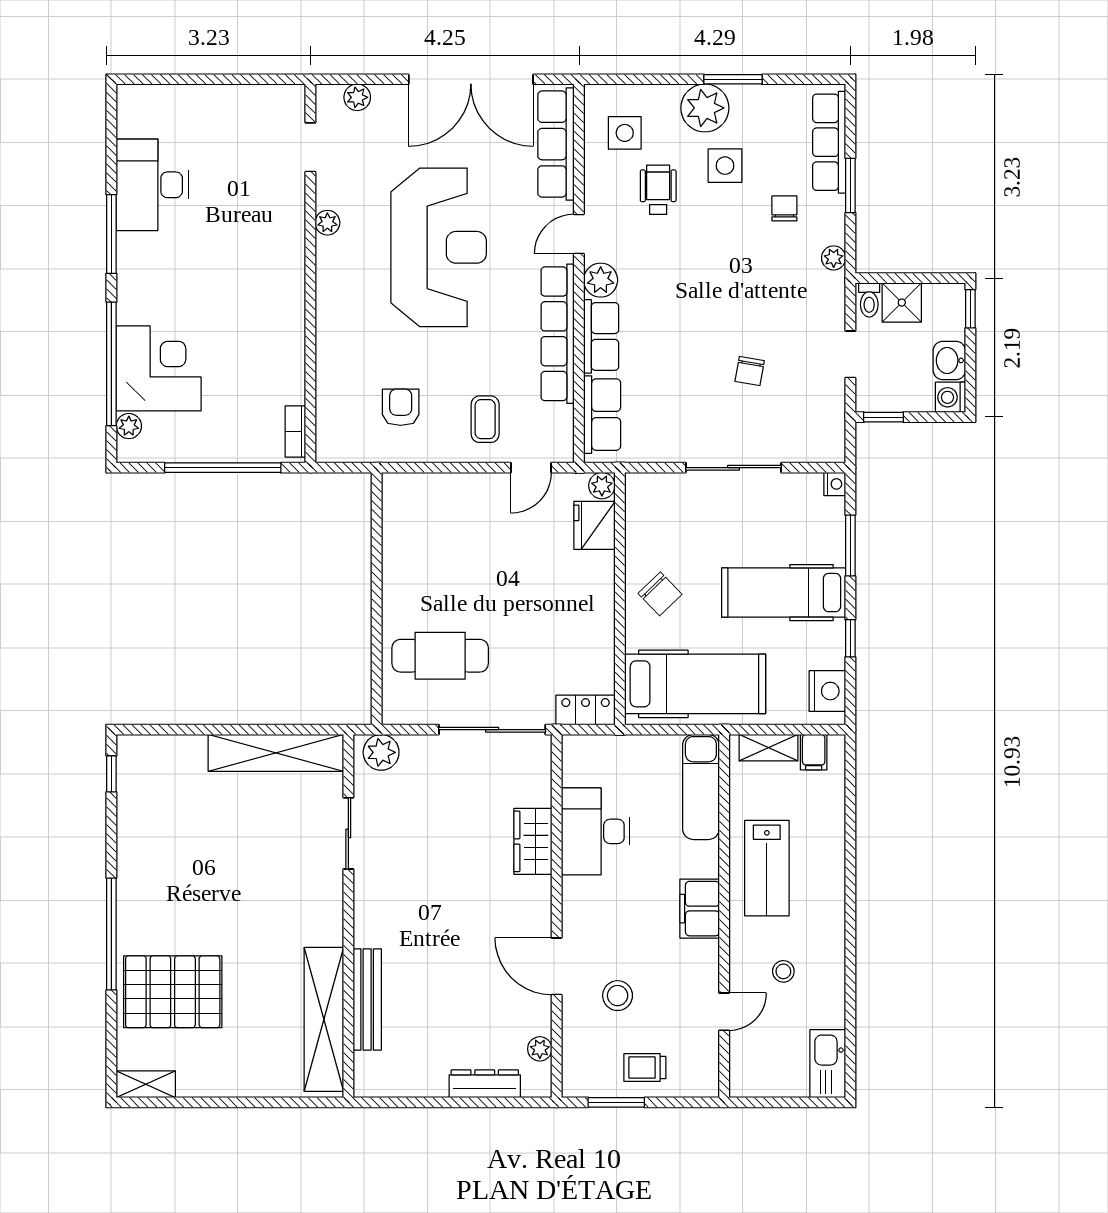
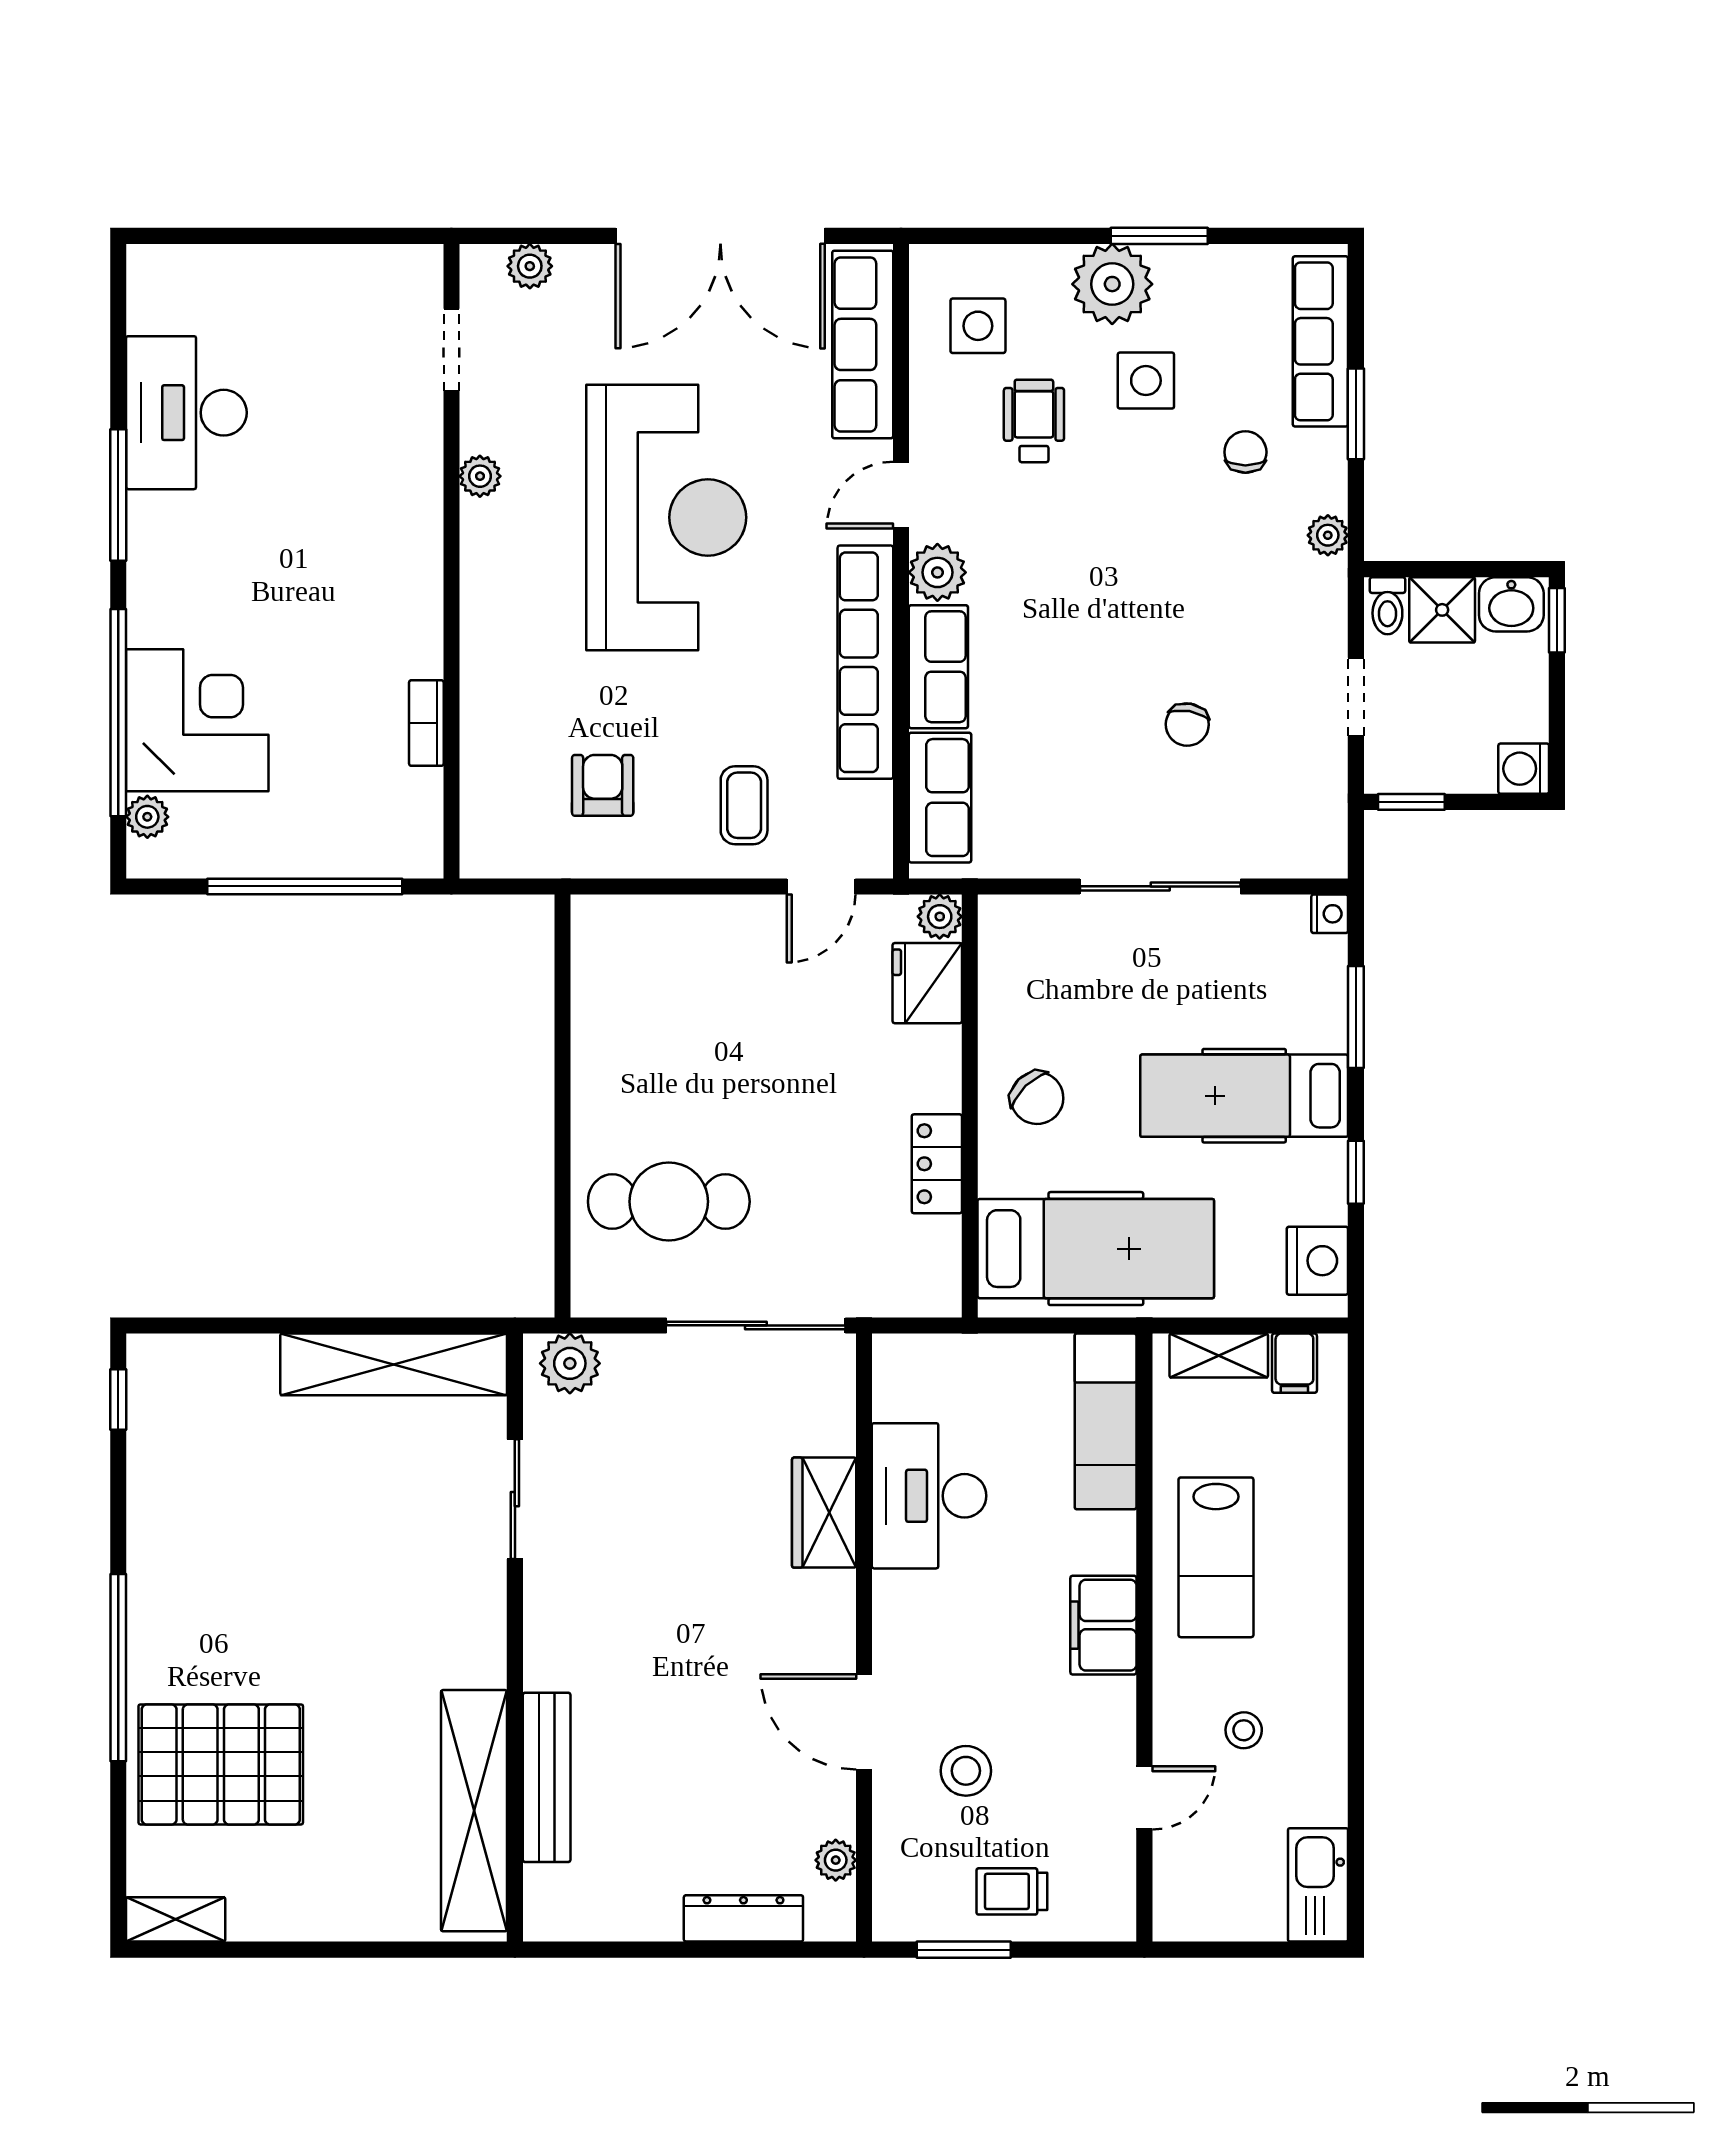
washbasin: (949, 360) -> (1511, 604), moved, turned -90
bookcase: (295, 431) -> (426, 723), moved
locker: (586, 710) -> (937, 1164), moved, turned -90

